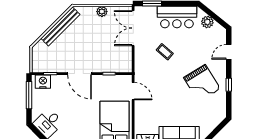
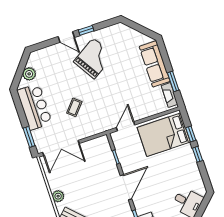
plant: (102, 12) -> (58, 196), moved
door: (229, 52) -> (66, 37), moved

